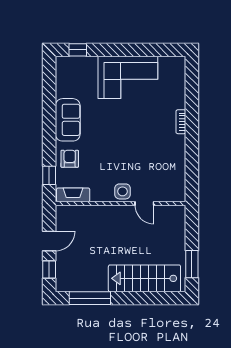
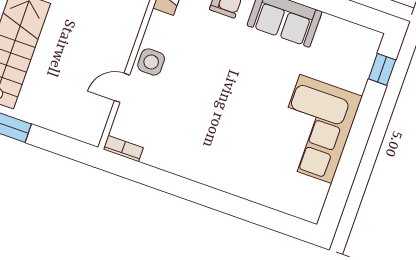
bookcase: (181, 122) -> (123, 148), moved

